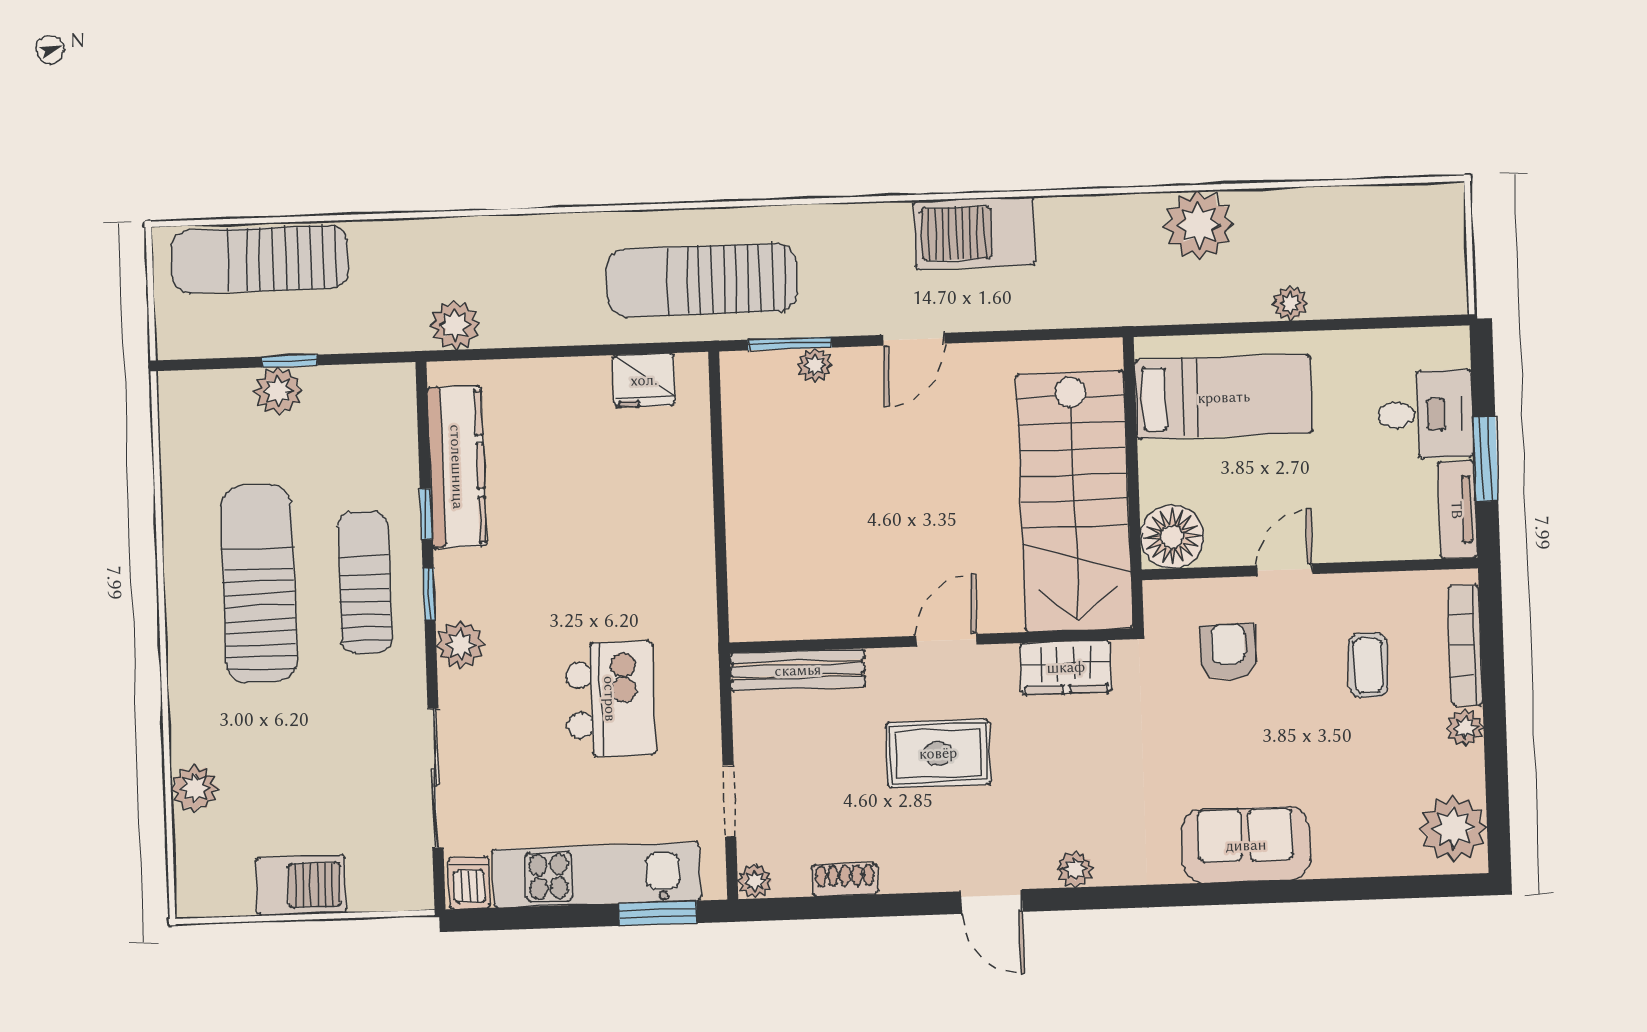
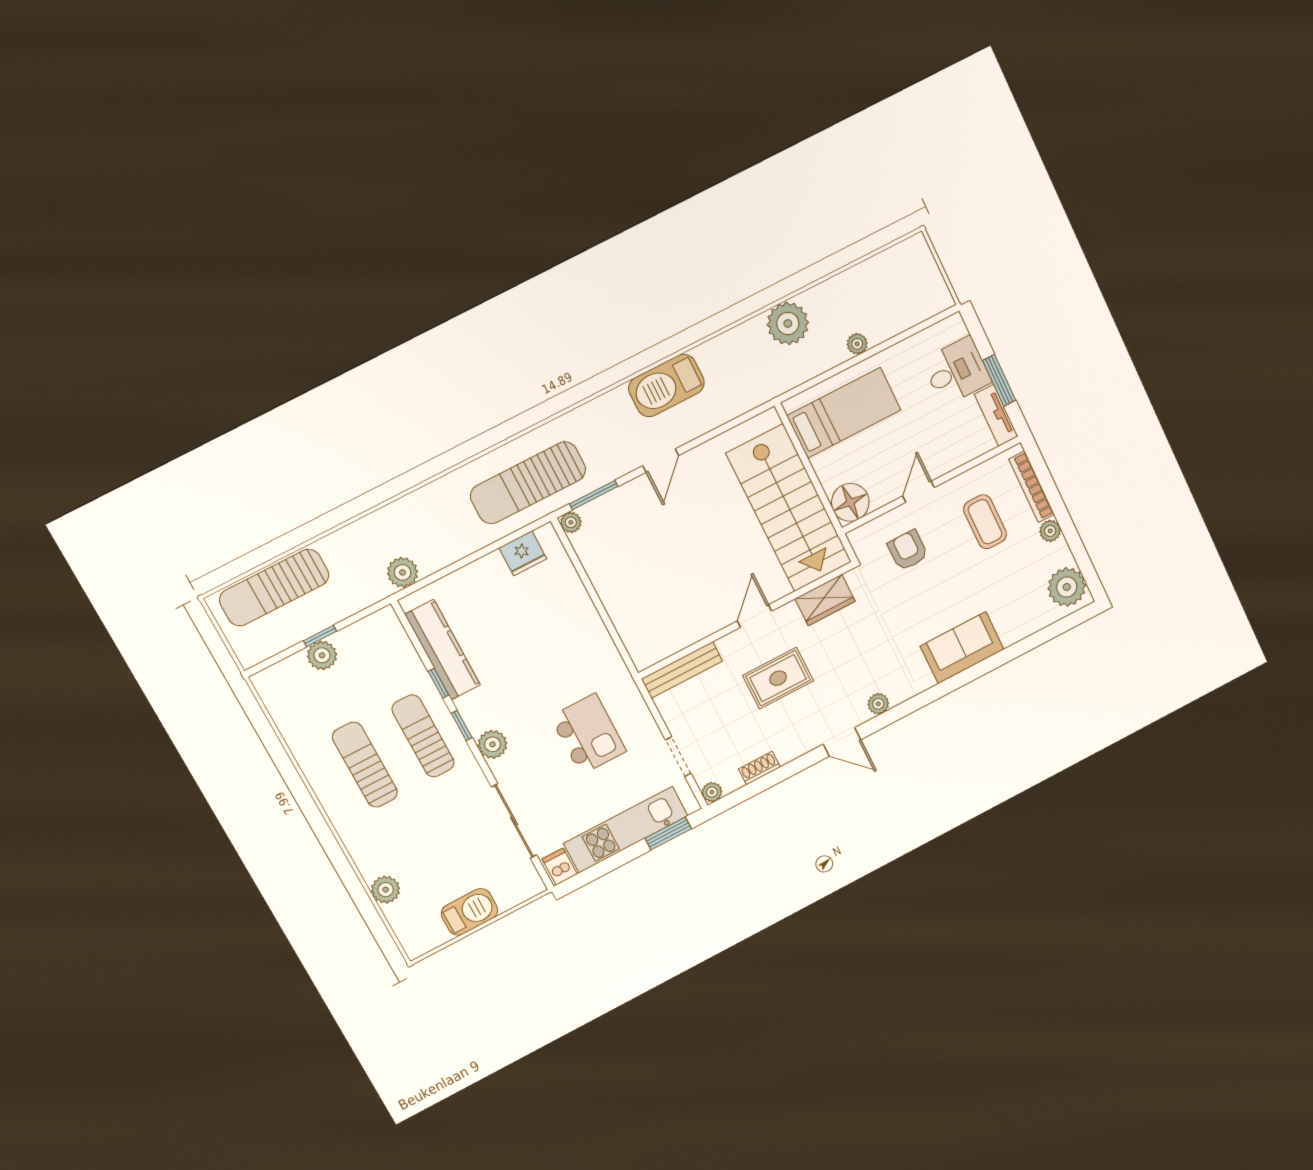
plant: (815, 365) -> (571, 522), moved
sun lounger: (259, 584) -> (365, 765), width x0.73, depth x0.75
coffee table: (1368, 665) -> (985, 522), width x1.36, depth x1.30

